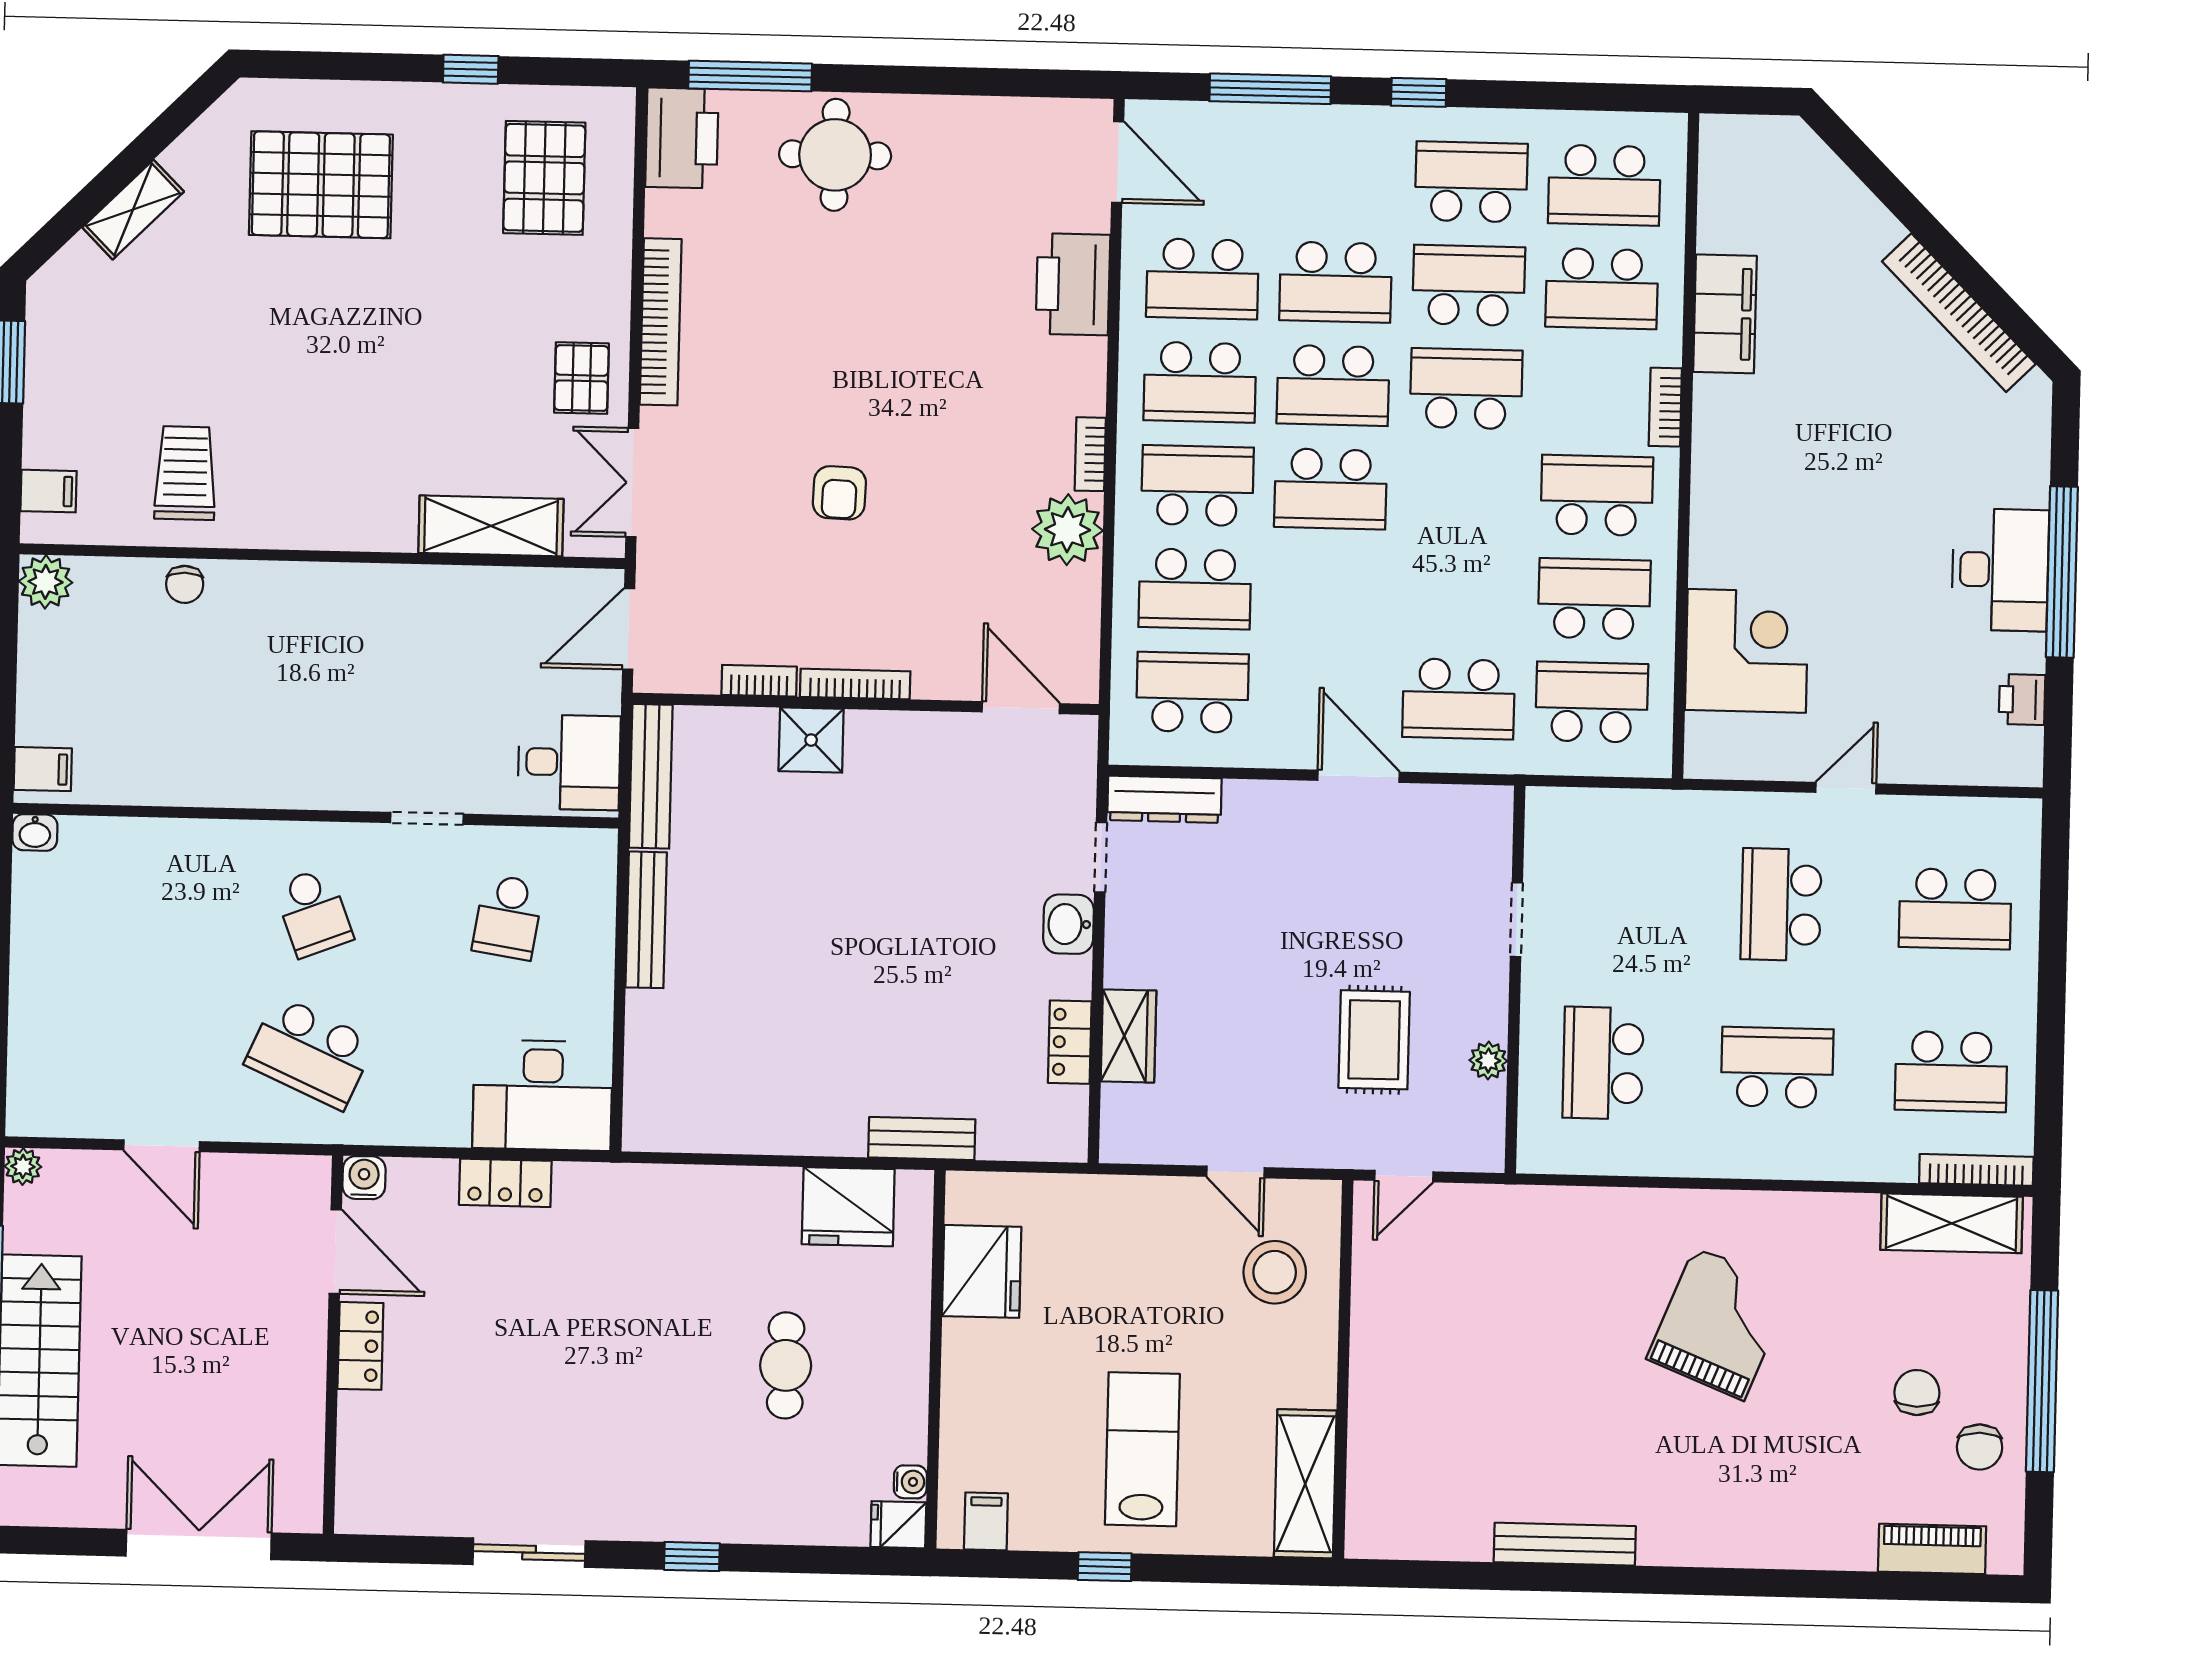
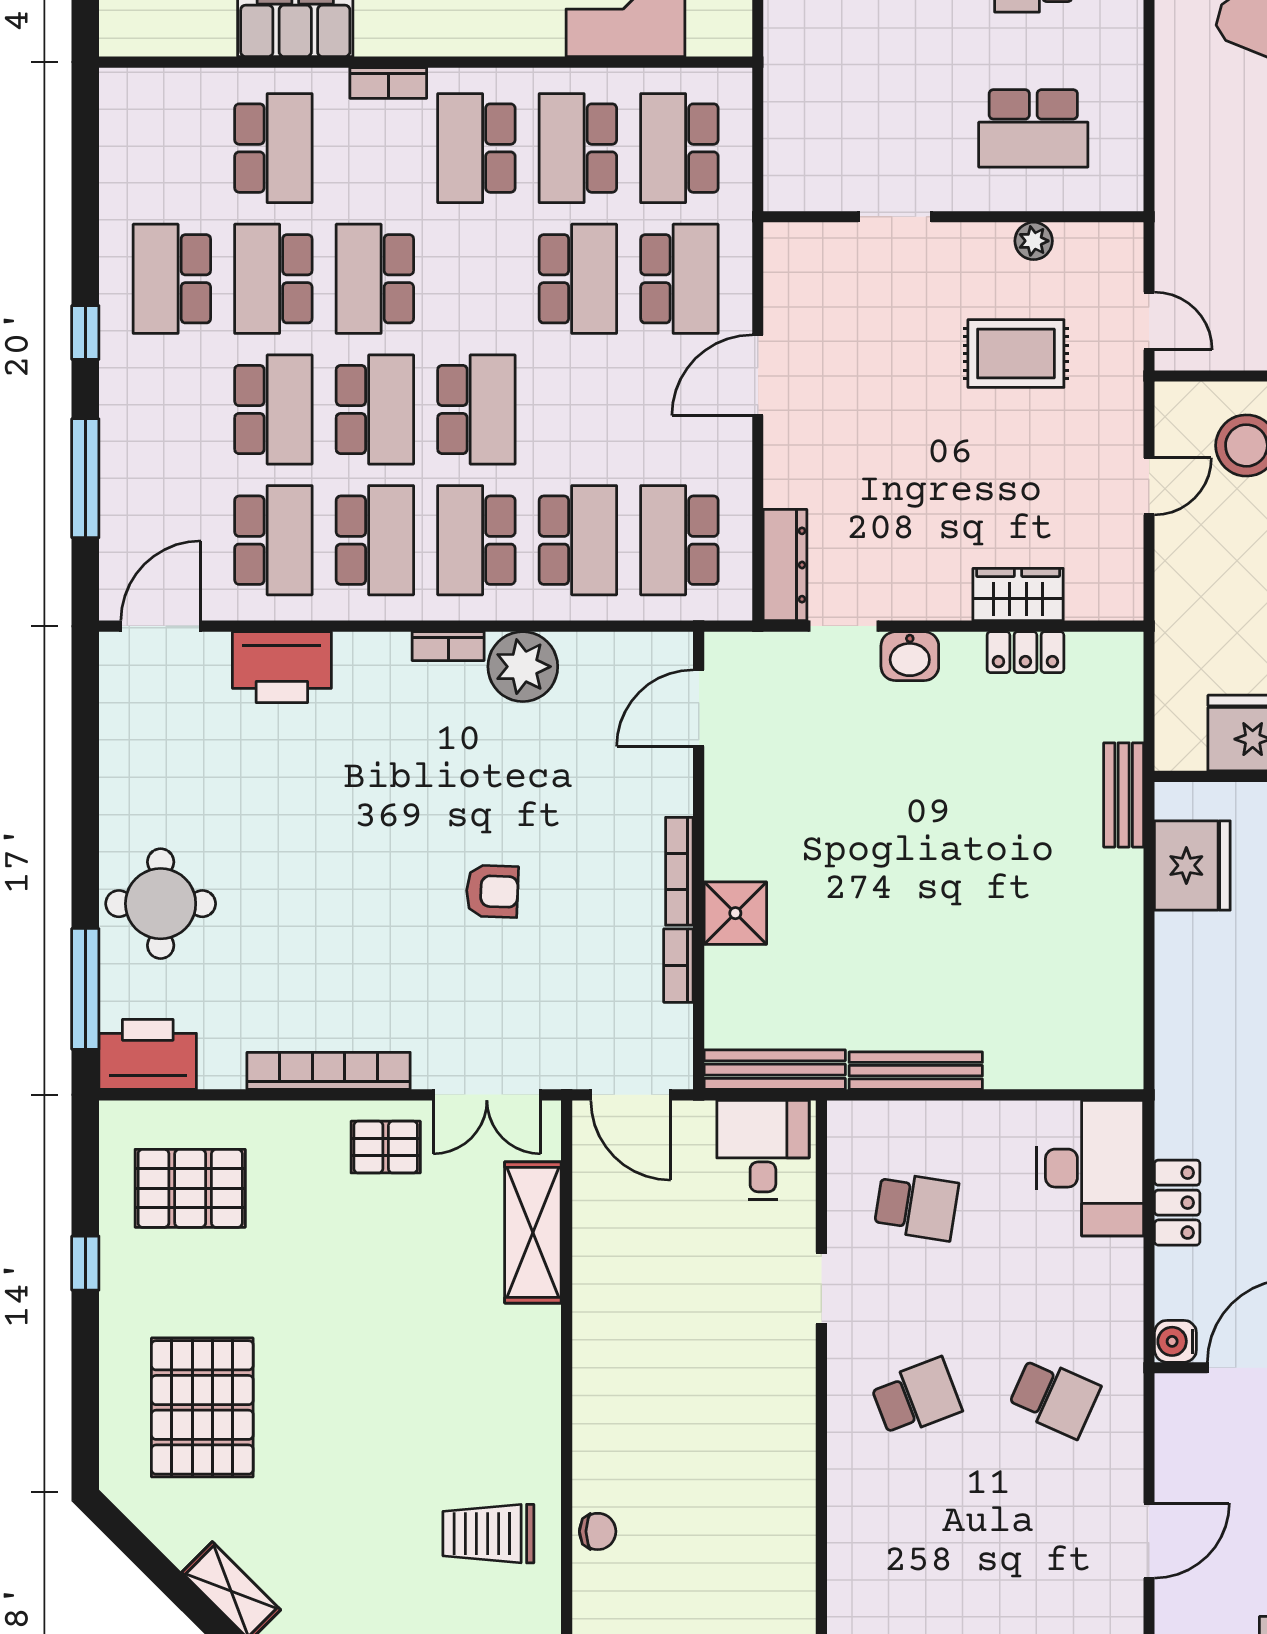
school desk: (1604, 185) -> (578, 279), moved
school desk: (310, 1053) -> (1054, 1397), width x0.54

